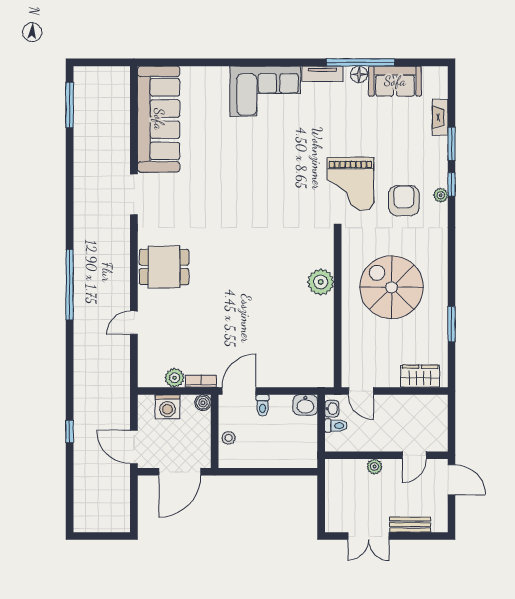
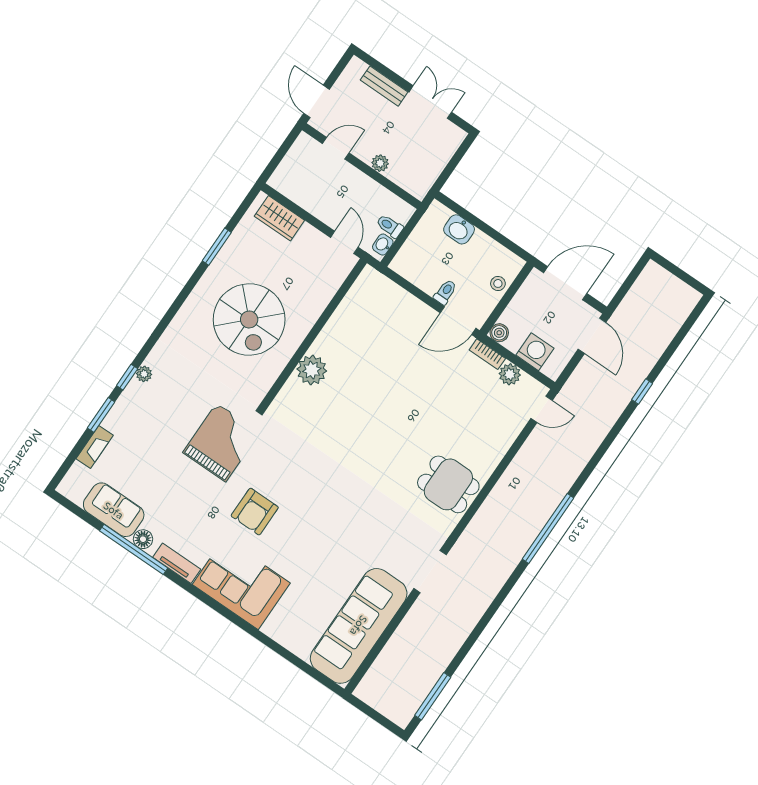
armchair: (404, 201) -> (255, 512), moved
door: (134, 323) -> (542, 409), moved
washbasin: (305, 405) -> (459, 229), moved, turned 180

